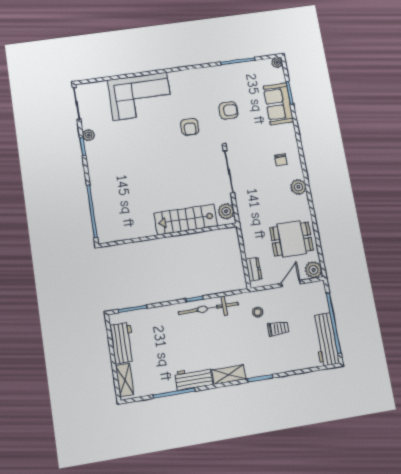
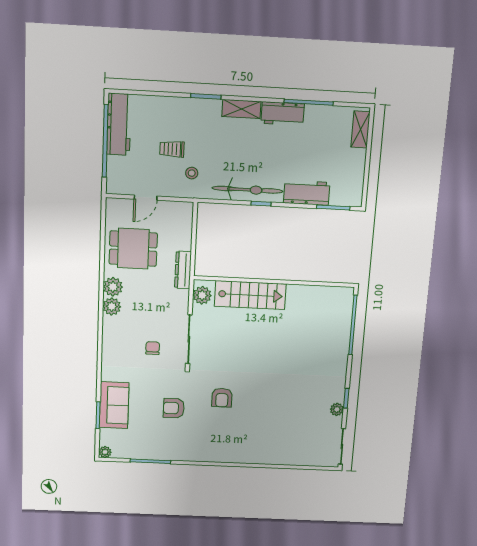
corner sofa: (140, 96) -> (270, 442), removed
armchair: (190, 127) -> (222, 398), turned 180
chair: (281, 160) -> (153, 348), moved
dresser: (254, 269) -> (183, 270), moved, width x1.44
plant: (314, 270) -> (113, 287), moved
workbench: (123, 343) -> (307, 193), moved, turned 90

